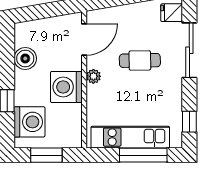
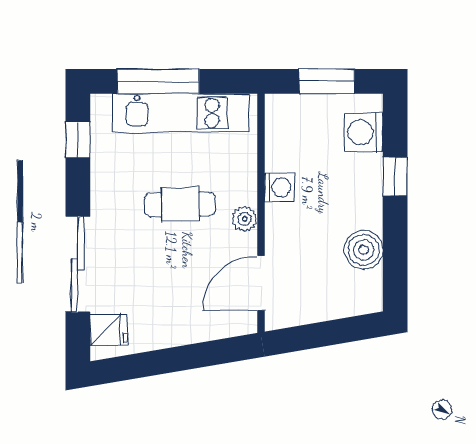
cafe table: (140, 60) -> (180, 204), moved
washing machine: (66, 87) -> (279, 187), width x0.53, depth x0.53
washing machine: (29, 122) -> (363, 132), width x0.73, depth x0.73

